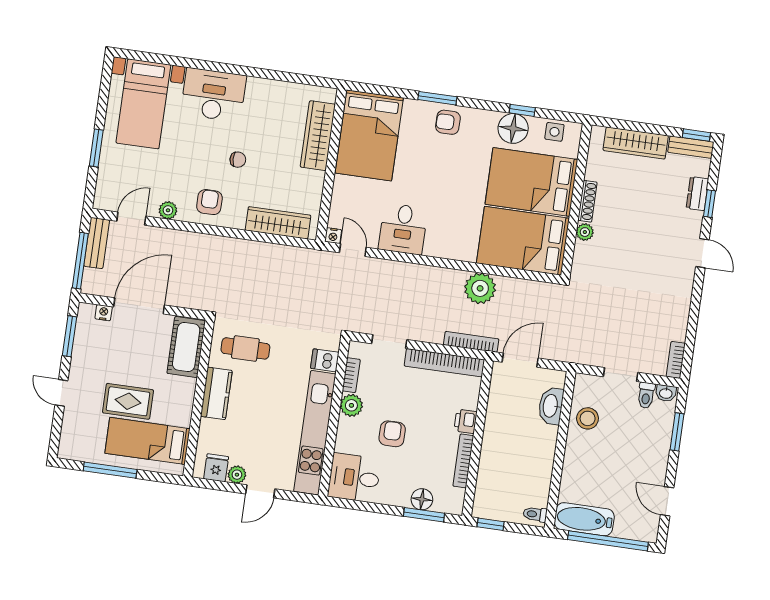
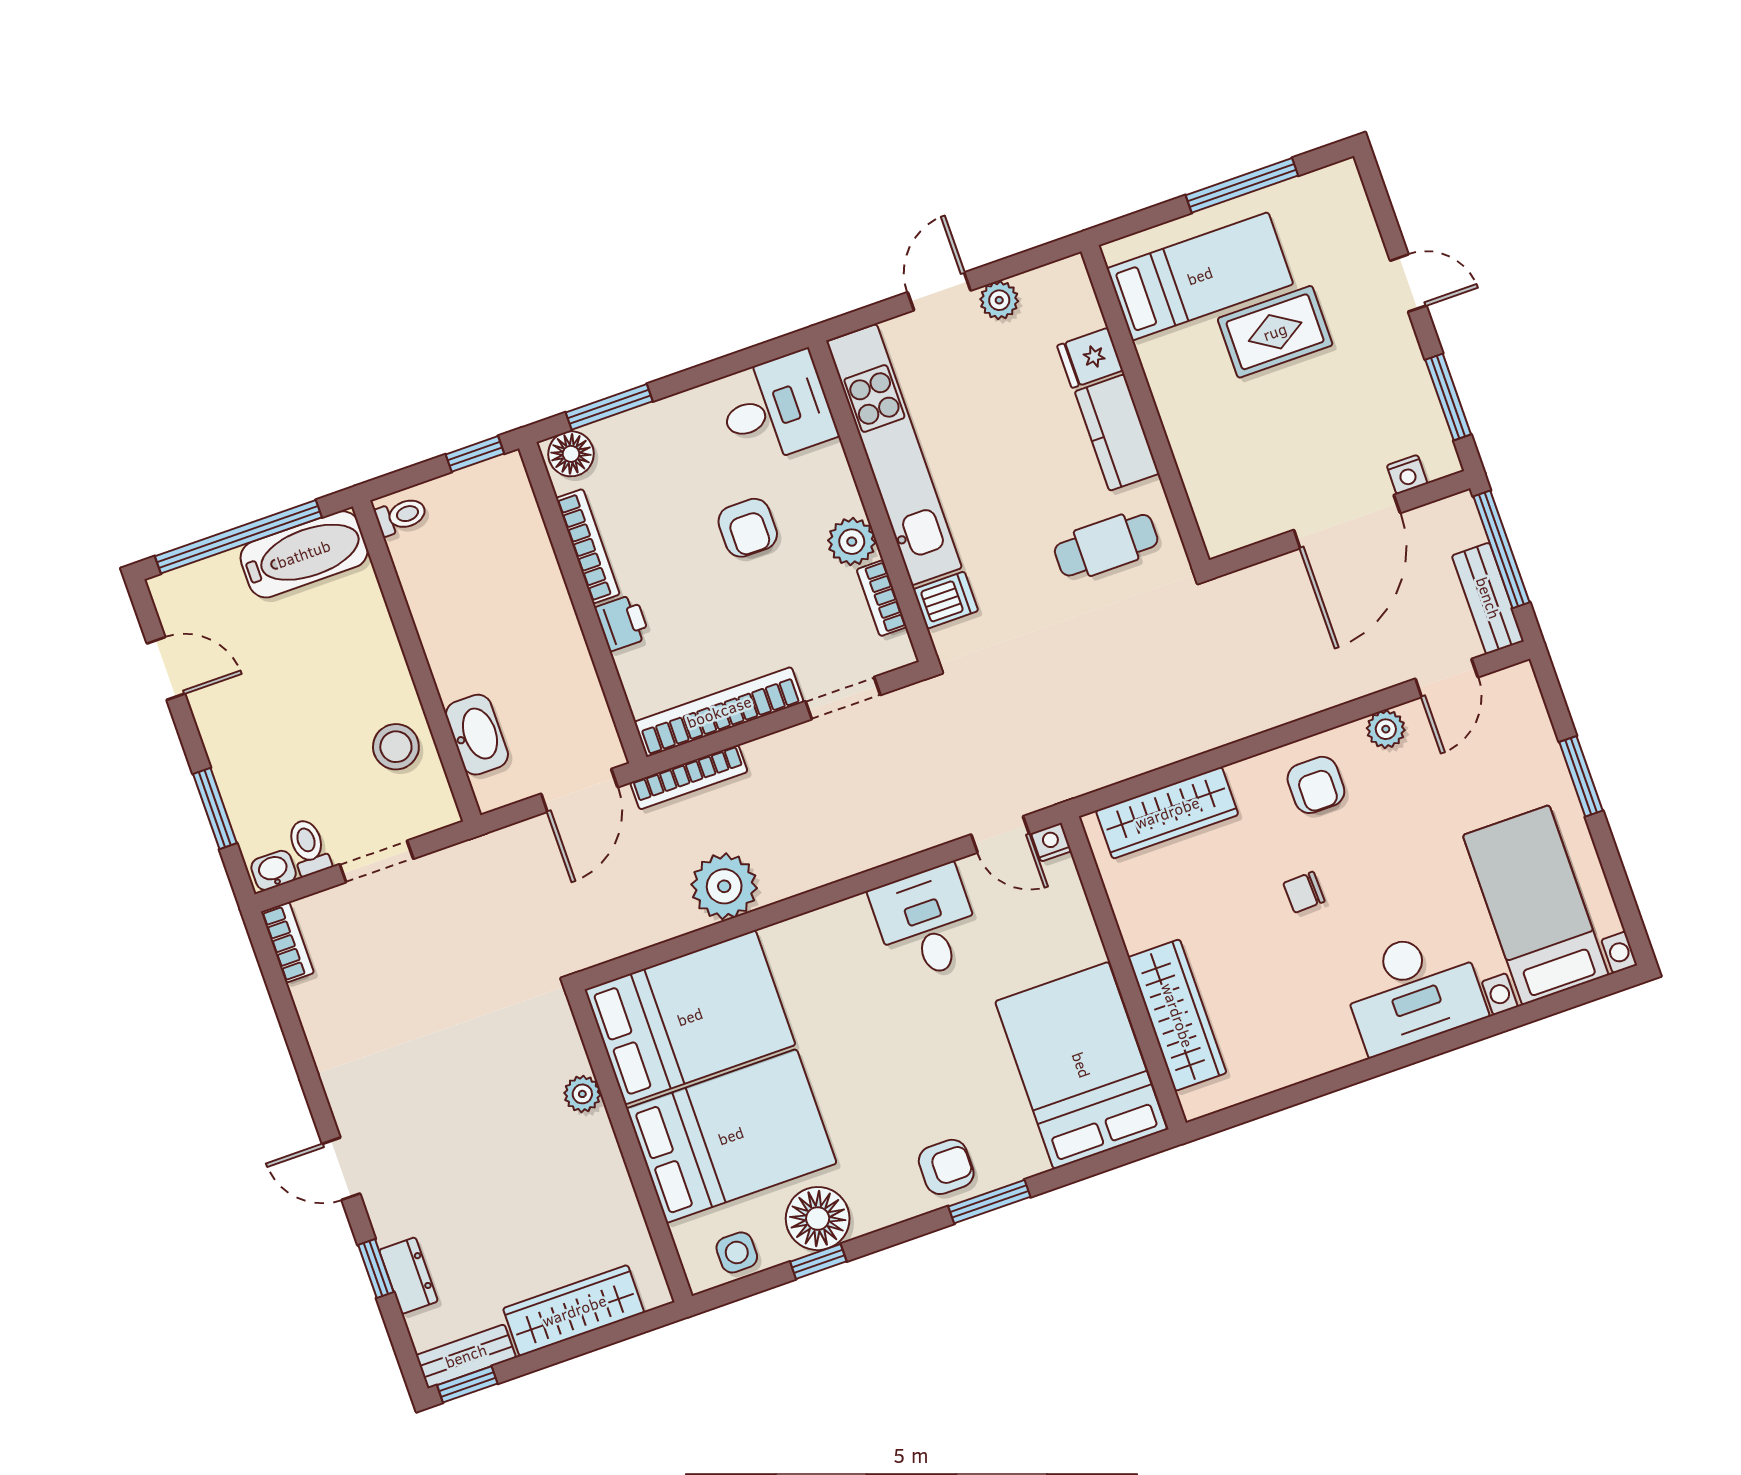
shoe rack: (587, 201) -> (607, 1154), removed
cot: (186, 347) -> (1219, 490), removed
fridge: (216, 468) -> (1090, 358), moved, turned 90
floor lamp: (422, 499) -> (571, 454), moved

